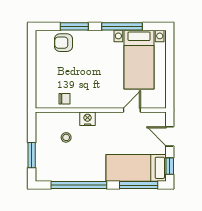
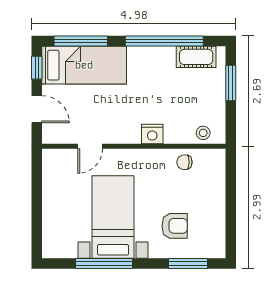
window: (74, 26) -> (188, 264), moved
armchair: (63, 43) -> (175, 226), moved
bed with nightstands: (139, 60) -> (113, 217), moved
stool: (66, 137) -> (203, 133), moved
cot: (56, 174) -> (196, 57), added

